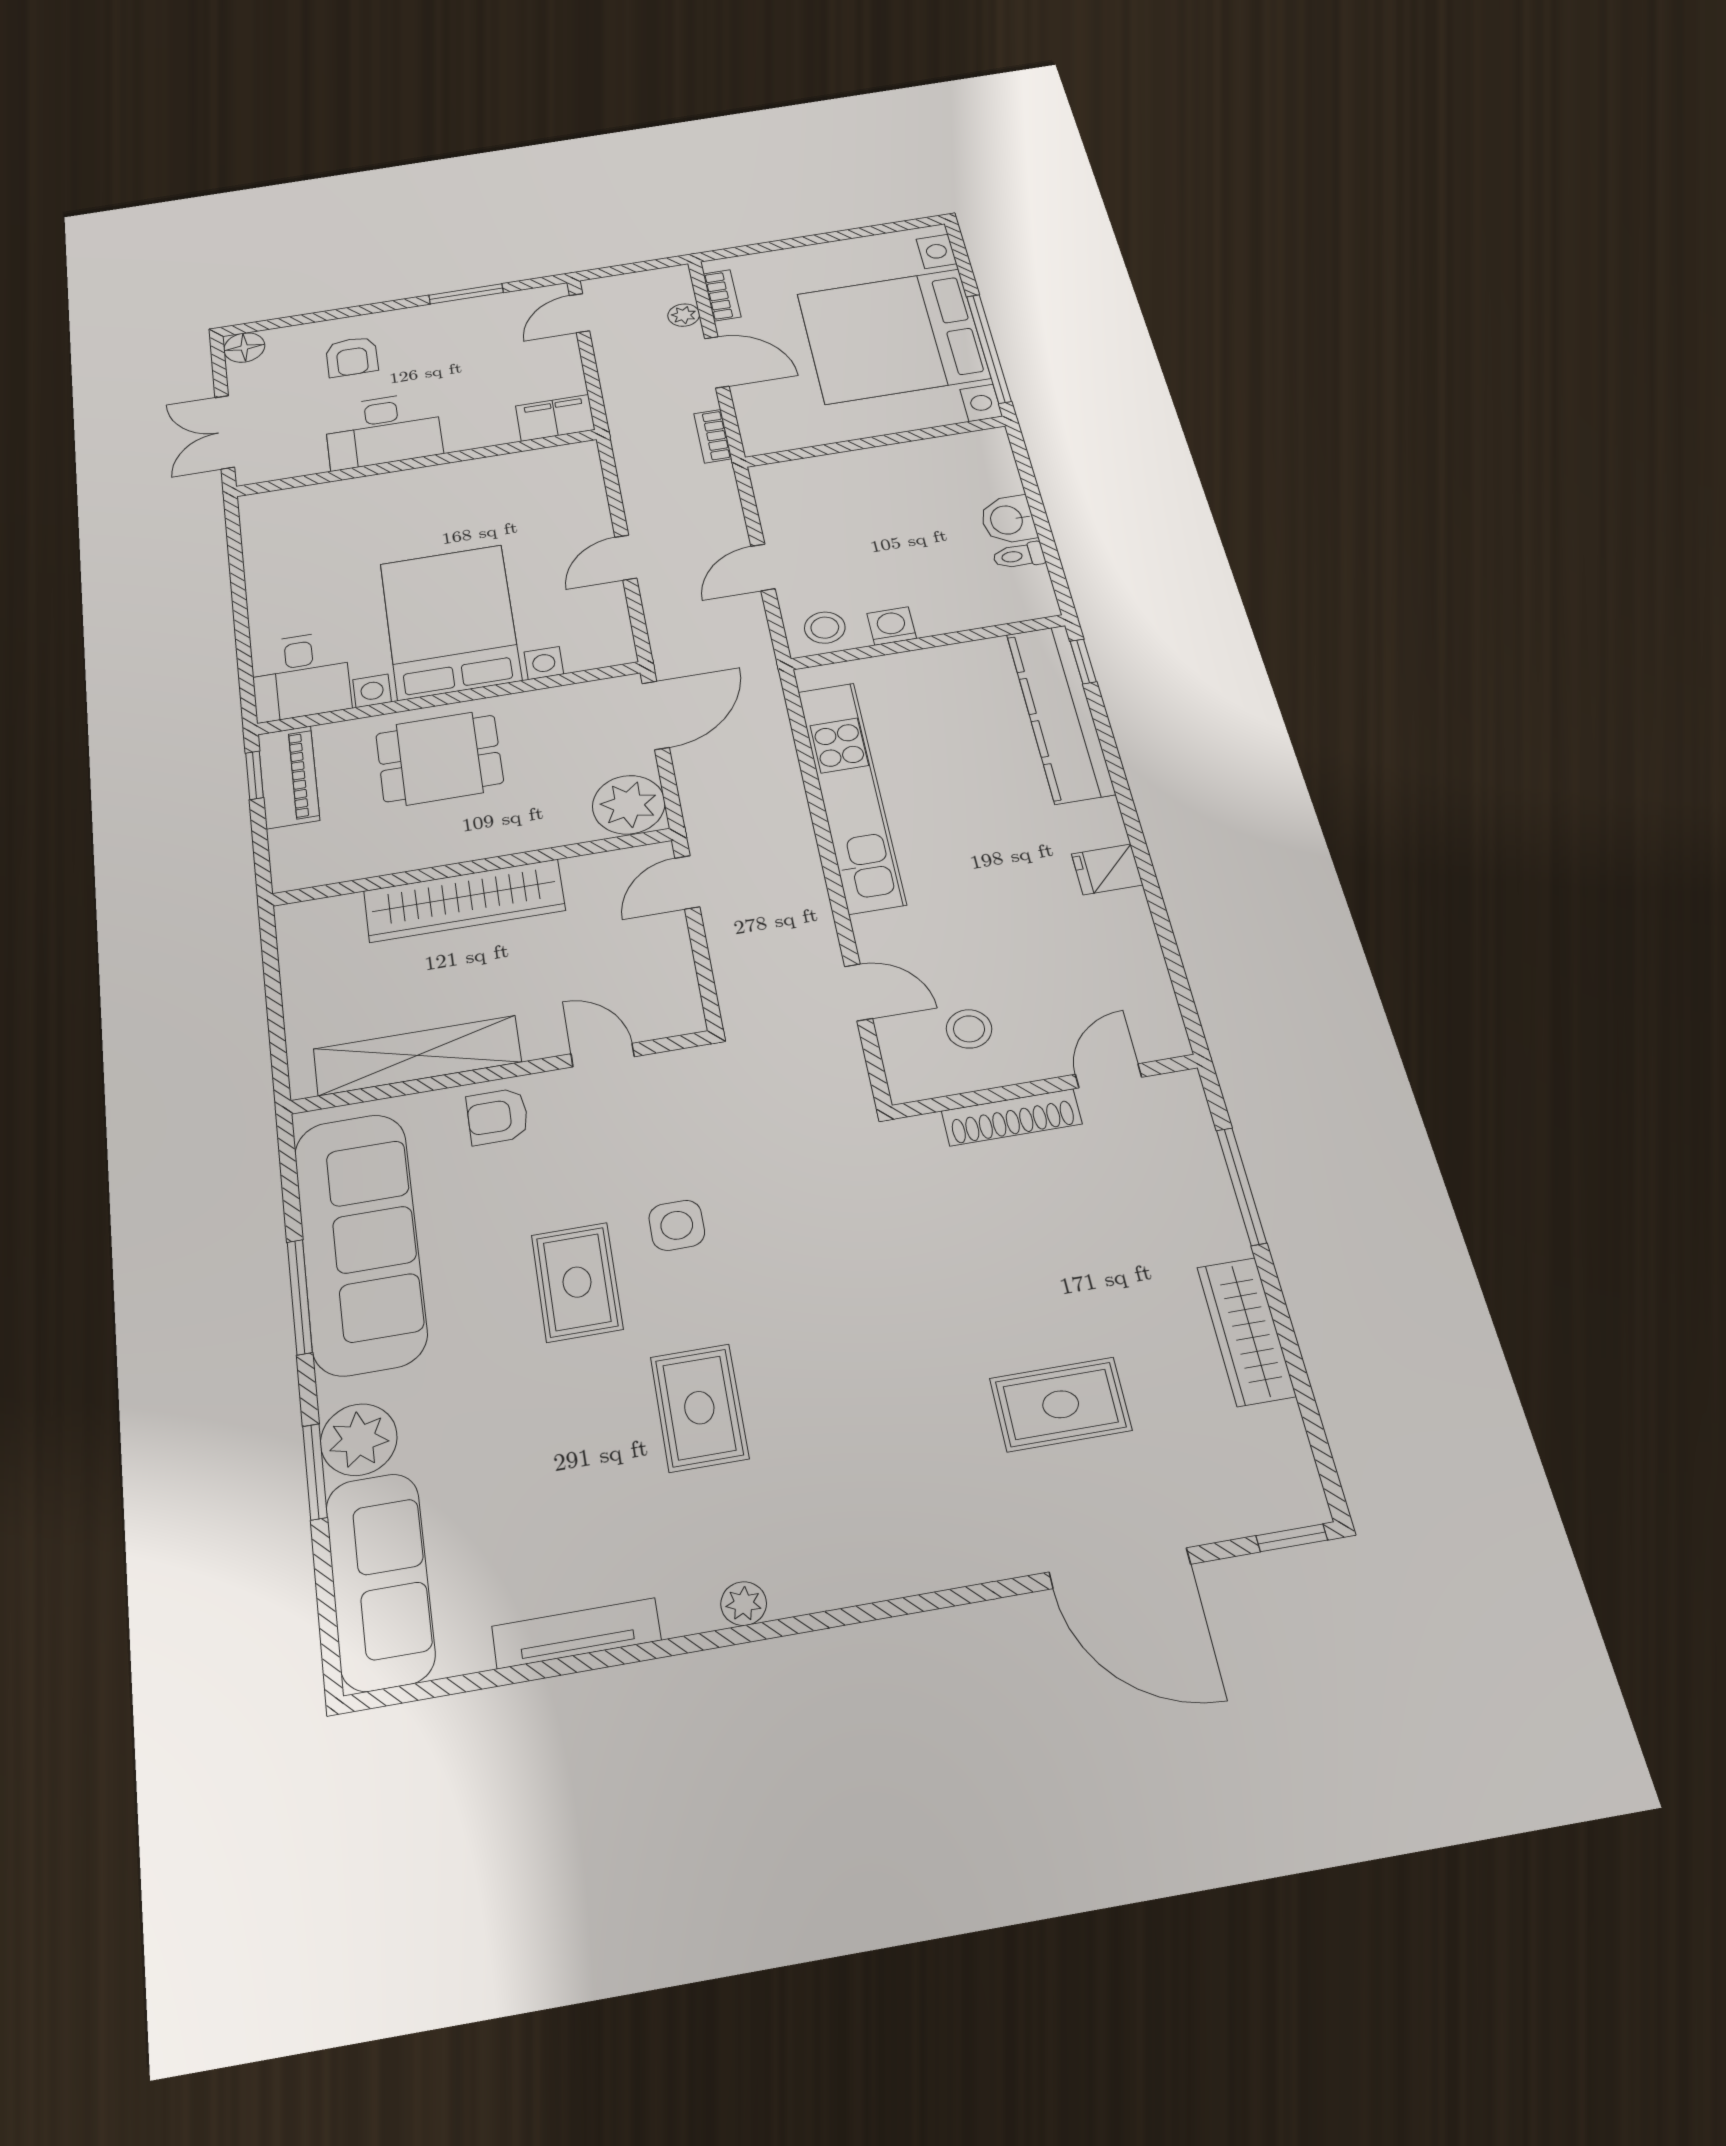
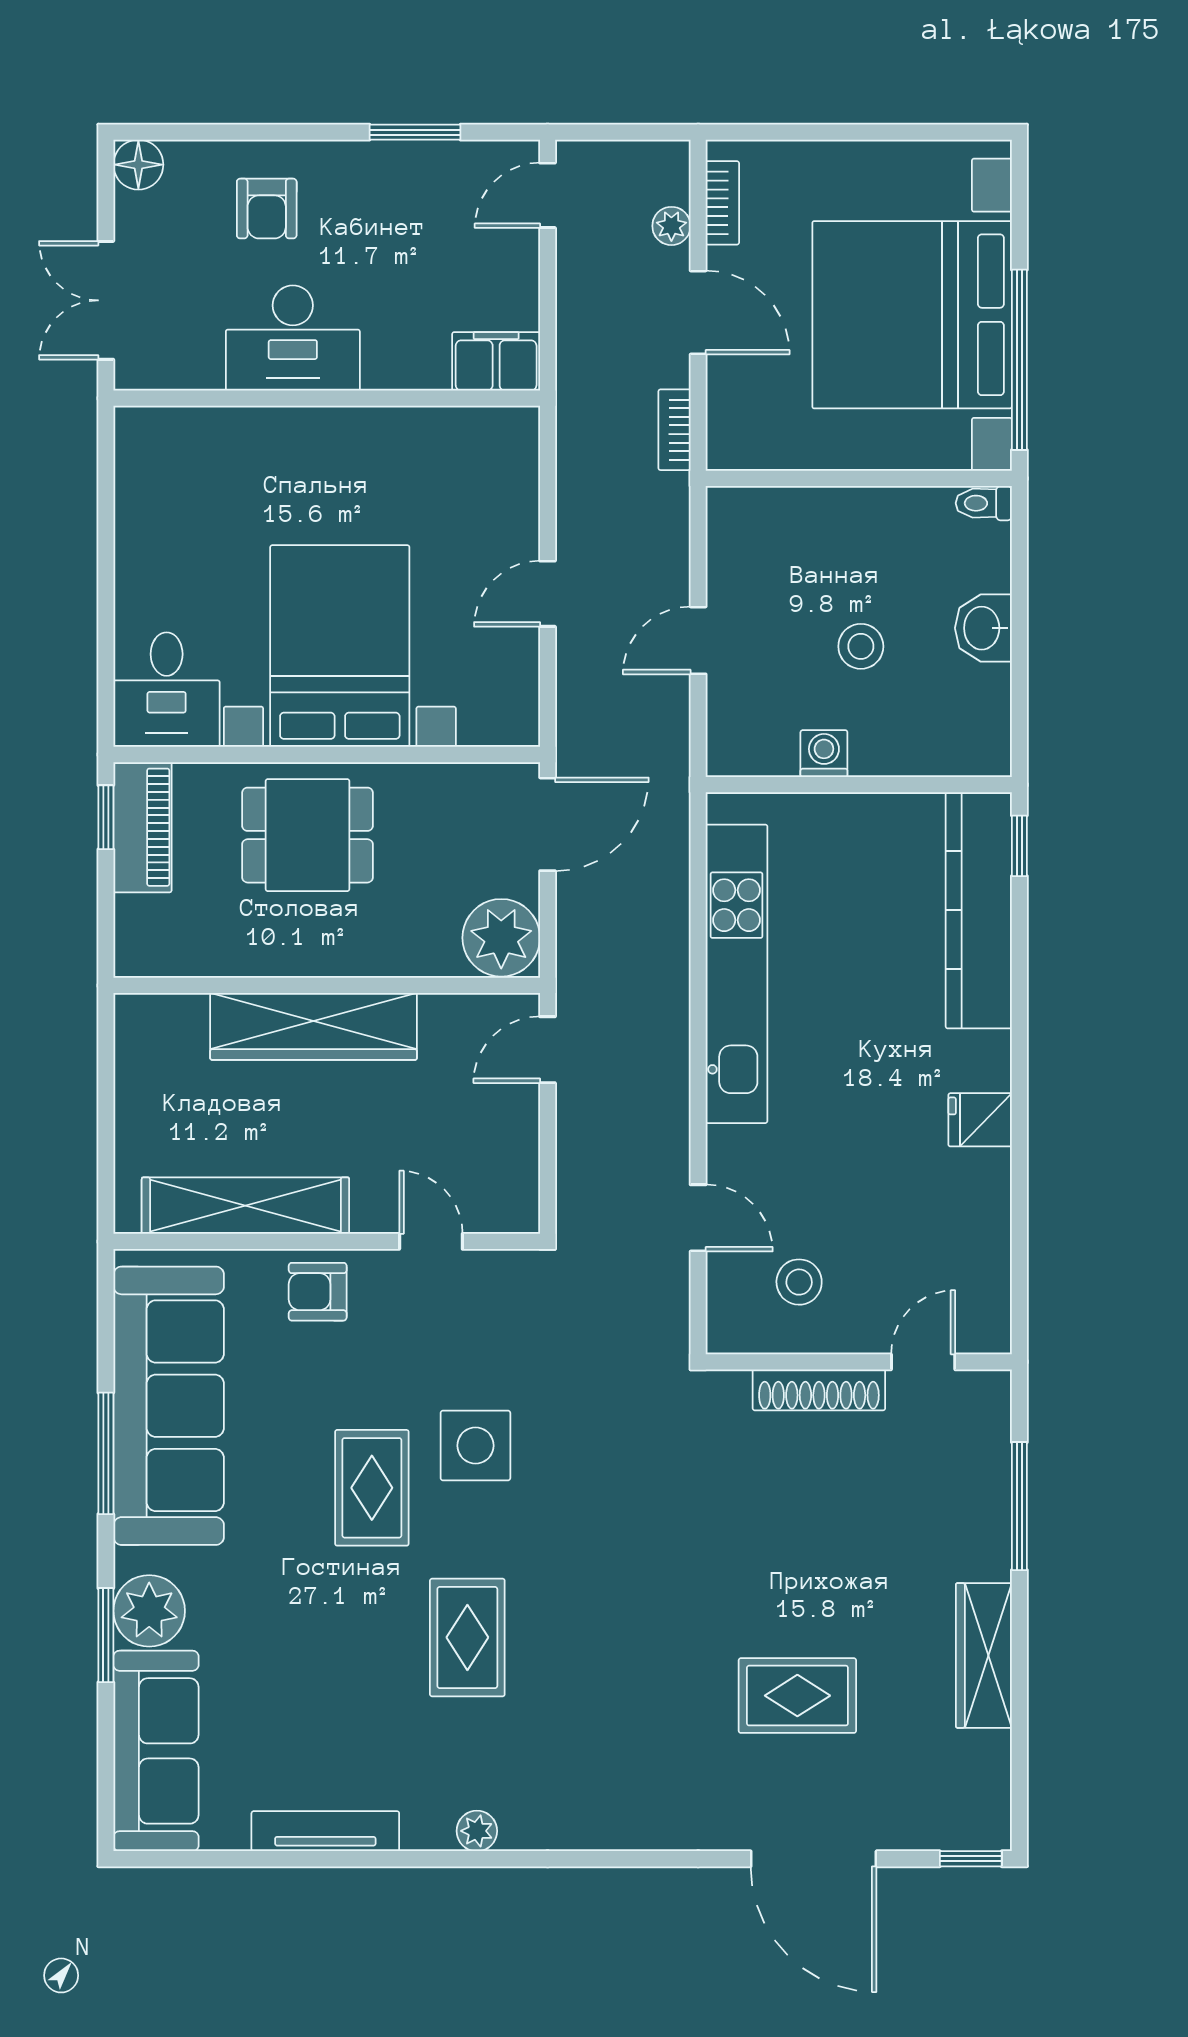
toilet: (1019, 556) -> (984, 503), moved
stool: (825, 628) -> (861, 646), moved
side table: (677, 1225) -> (475, 1446), width x1.37, depth x1.37

